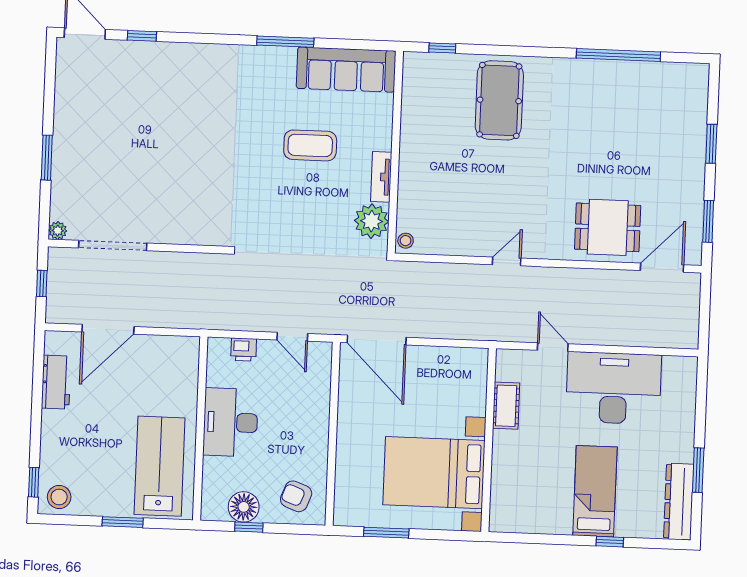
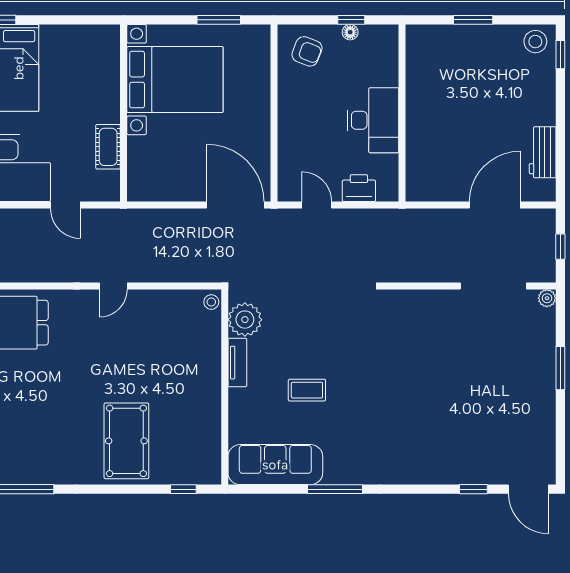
coffee table: (310, 145) -> (307, 390), width x0.73, depth x0.77
printer: (244, 350) -> (359, 188), width x1.36, depth x1.24
lab bench: (160, 466) -> (440, 75), removed
floor lamp: (244, 507) -> (350, 32), width x0.53, depth x0.53

